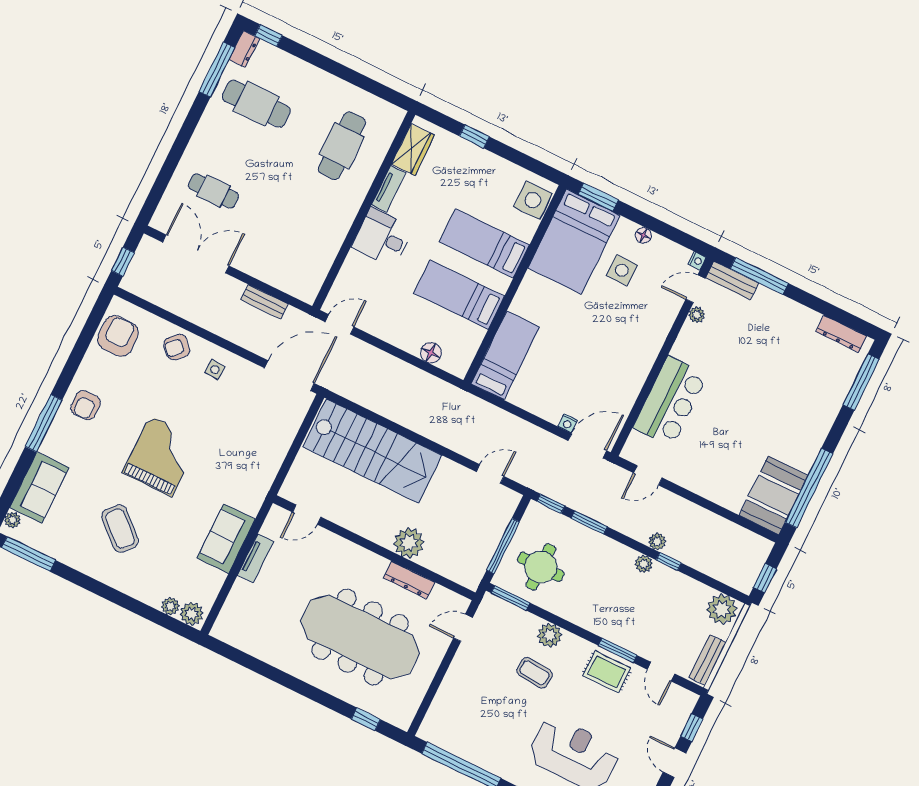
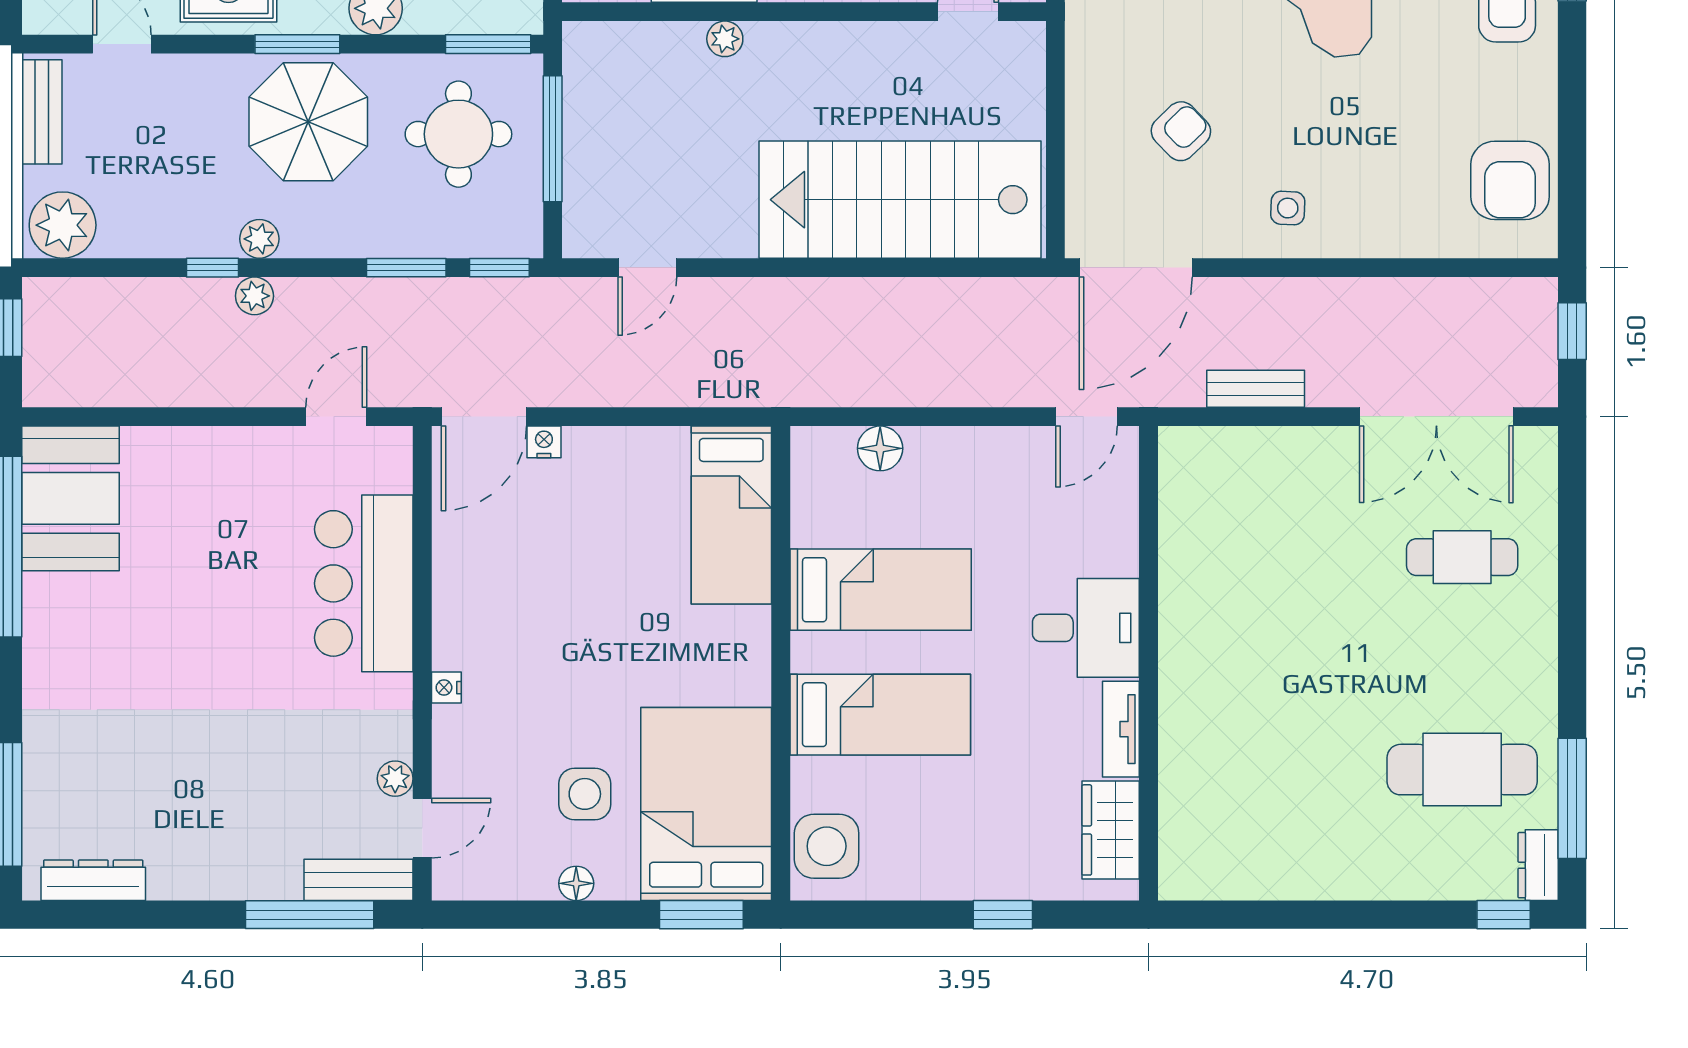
cafe table: (342, 146) -> (1254, 770), removed
nightstand: (697, 261) -> (446, 688), moved
armchair: (177, 347) -> (1181, 131), moved
plant: (409, 543) -> (725, 39), width x0.53, depth x0.53
parasol: (600, 602) -> (308, 122), added
window: (618, 650) -> (297, 44), moved

